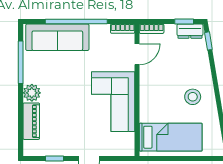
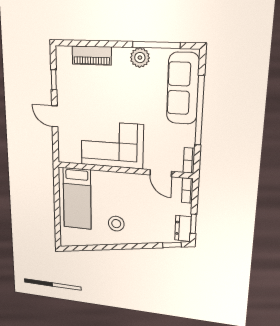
plant: (32, 93) -> (140, 58), moved

